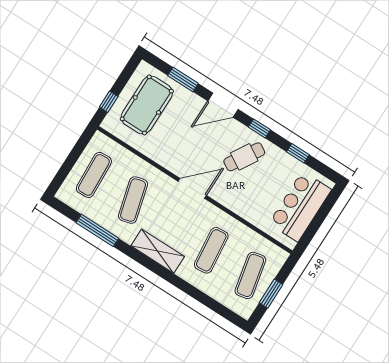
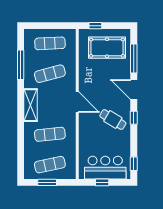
window: (183, 79) -> (134, 59), width x1.44
window: (298, 153) -> (134, 164), moved
window: (316, 223) -> (102, 182), added

